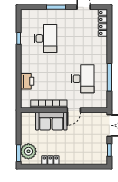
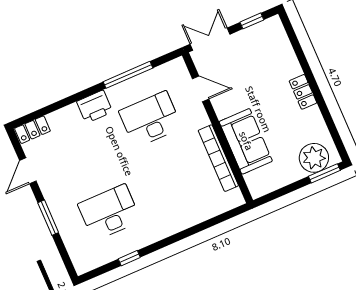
locker: (103, 23) -> (32, 130), width x0.66
printer: (27, 81) -> (95, 107), moved, turned 180
door: (74, 110) -> (201, 89), moved
locker: (50, 160) -> (303, 92), moved

